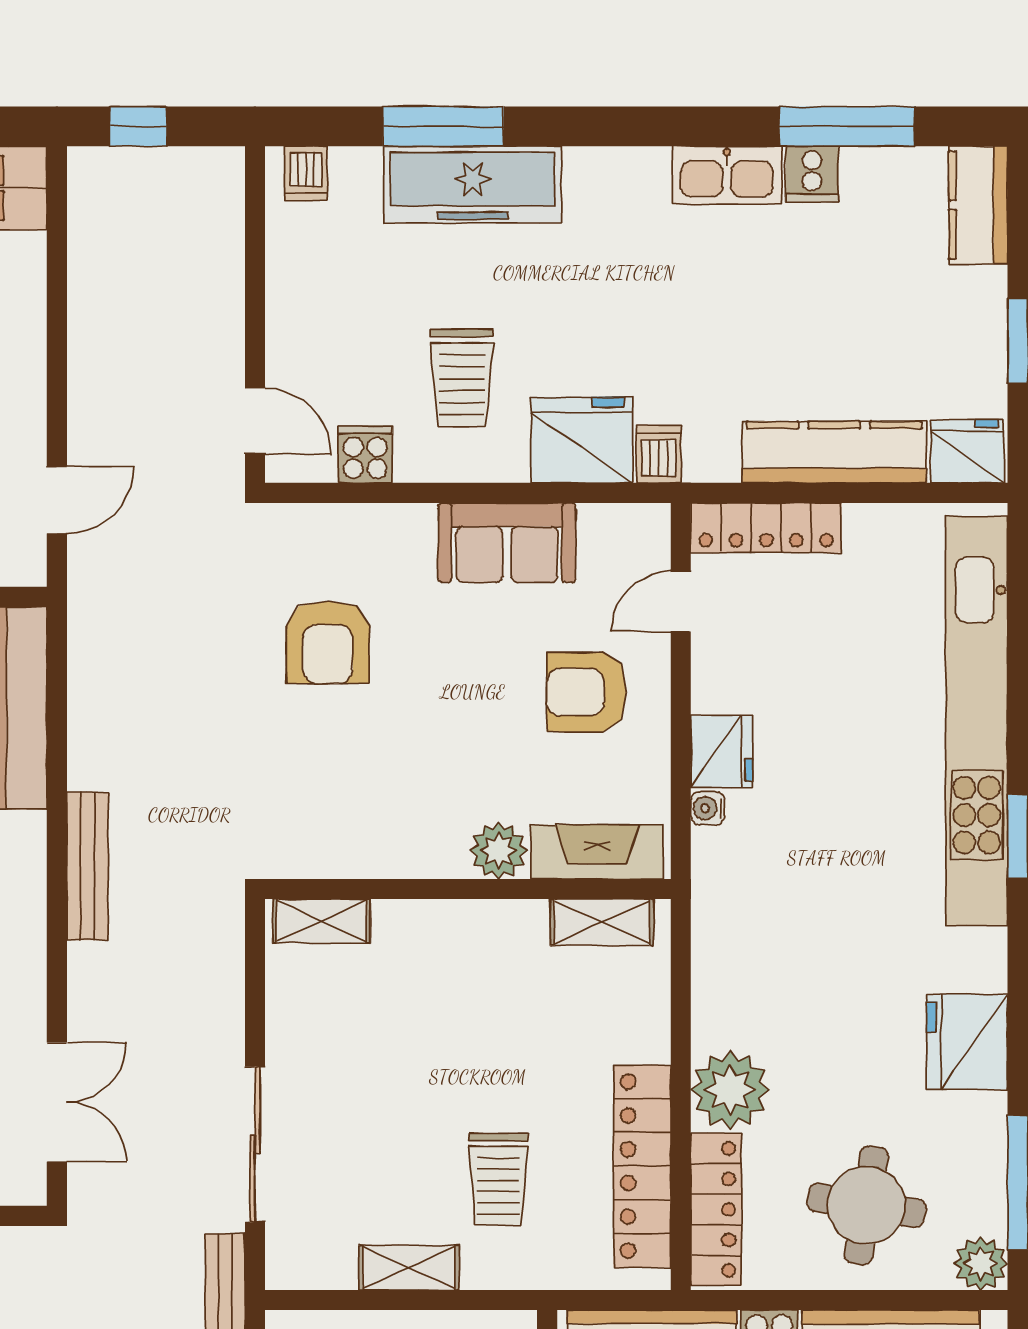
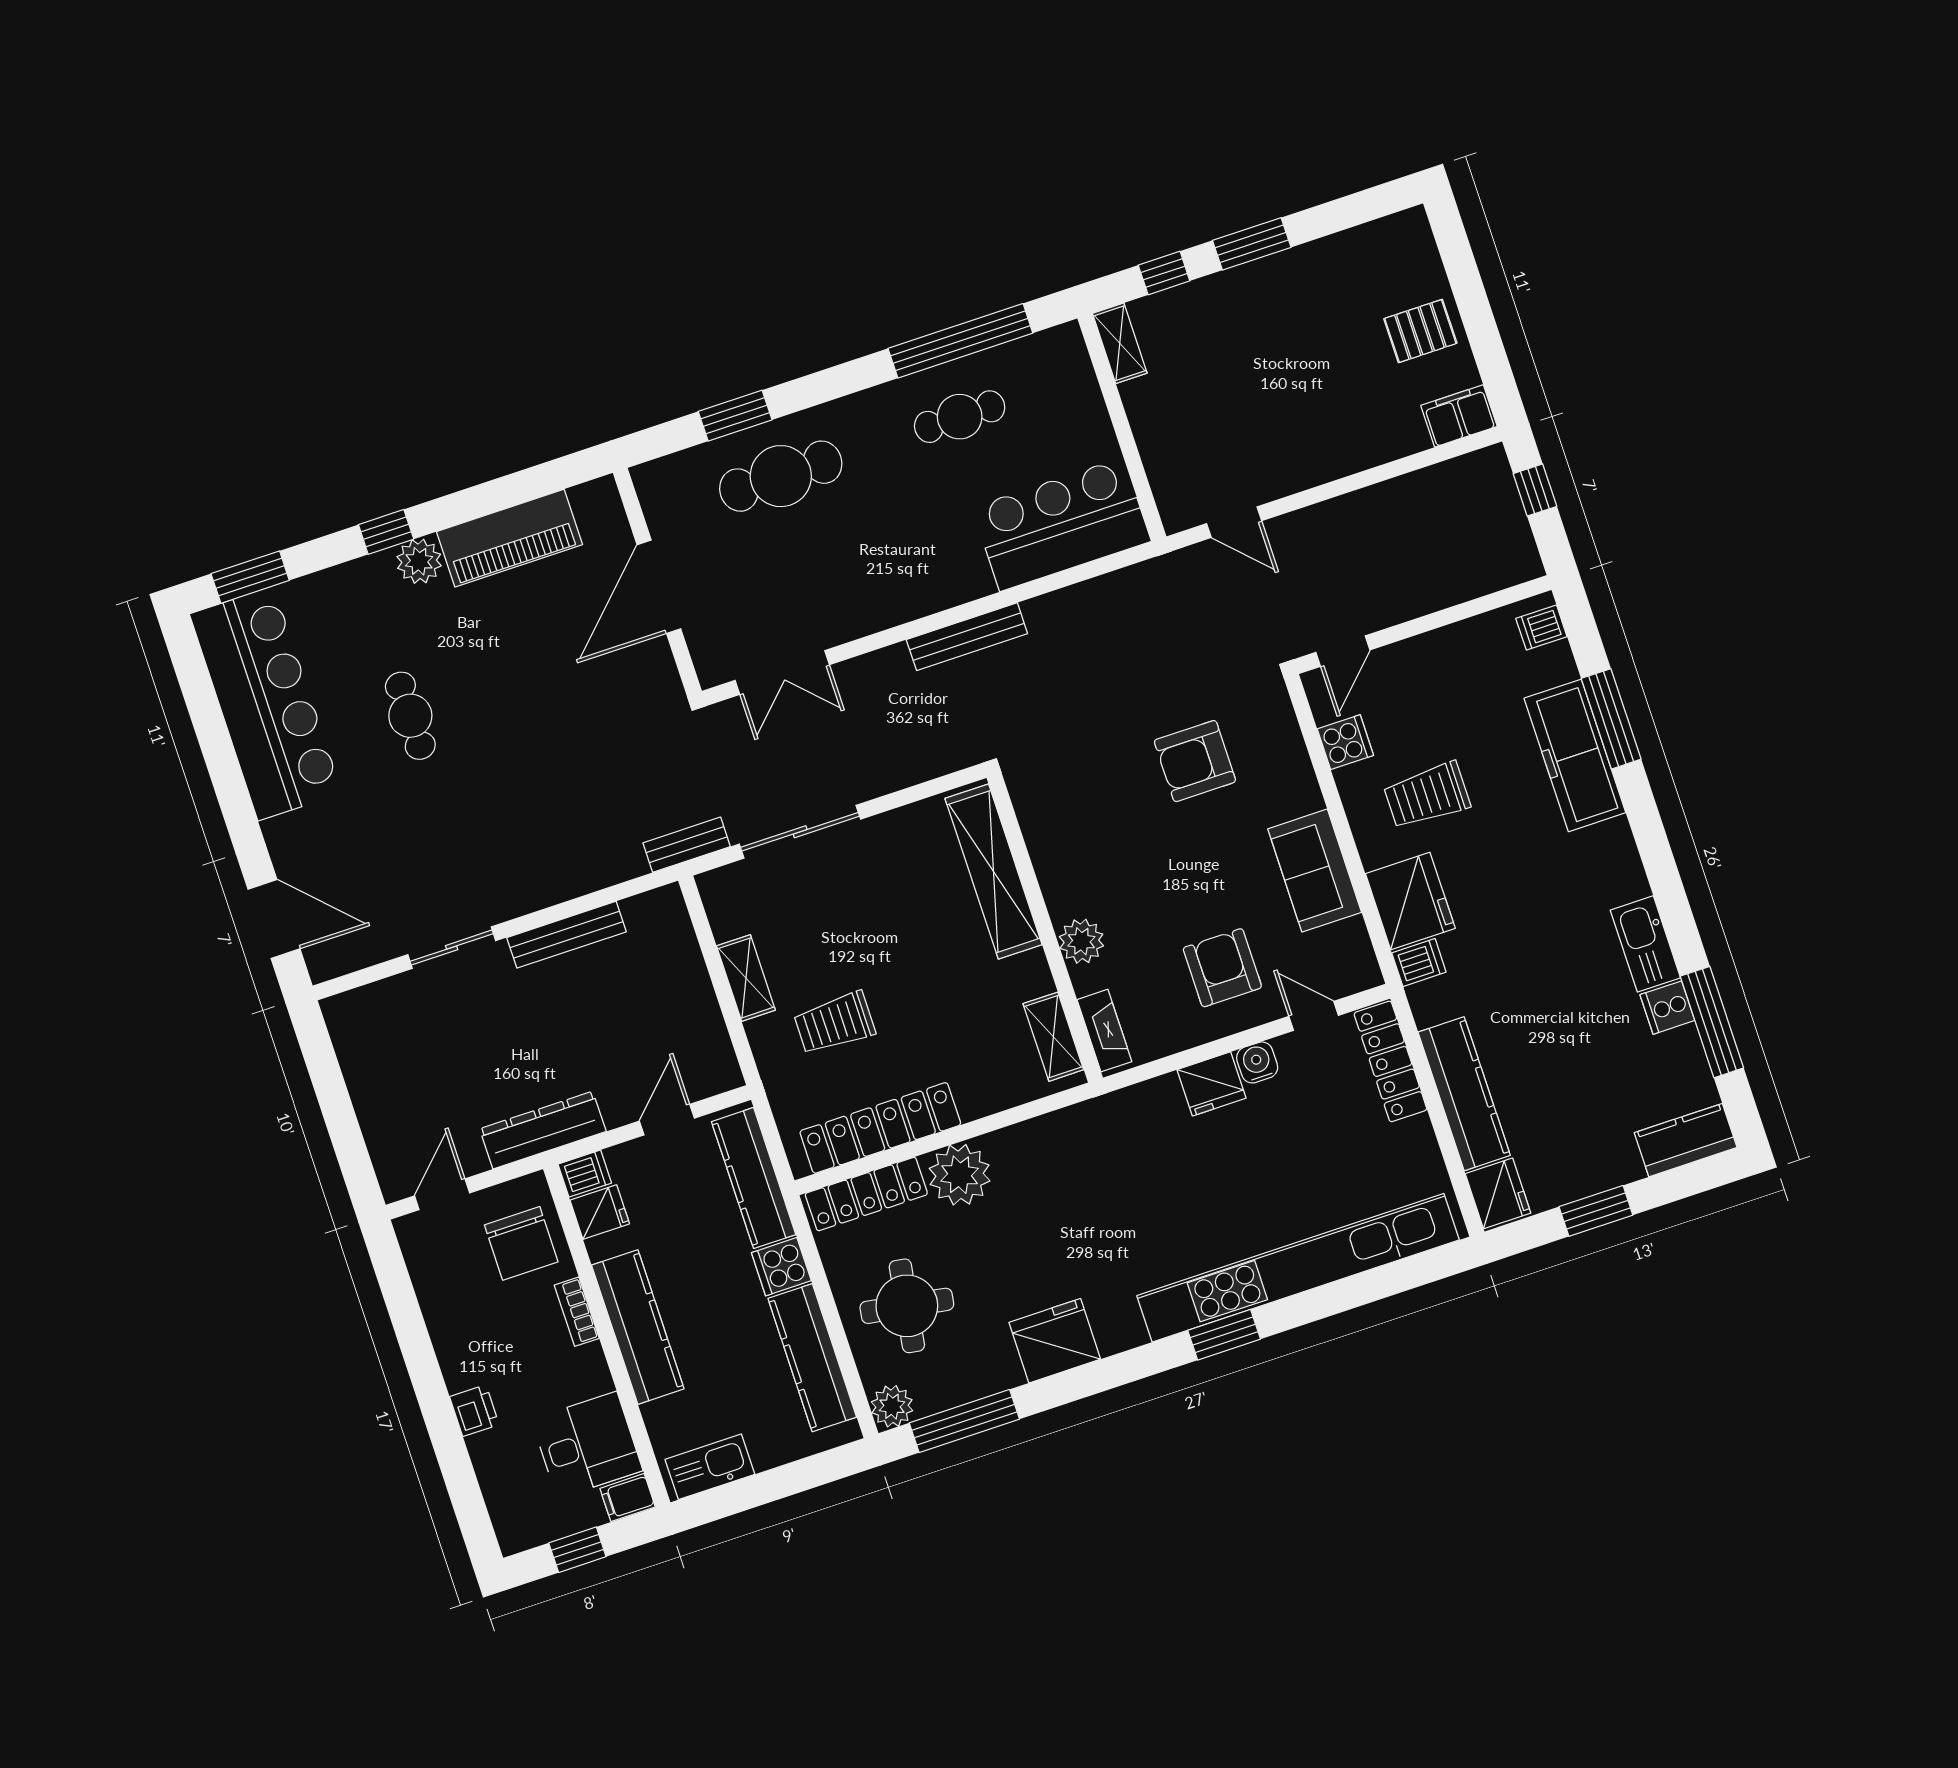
water cooler: (708, 808) -> (1257, 1062), moved, width x1.38, depth x1.38
fireplace: (597, 852) -> (1104, 1031), width x0.73, depth x0.76
shelving: (321, 921) -> (993, 872), width x2.20, depth x1.33

